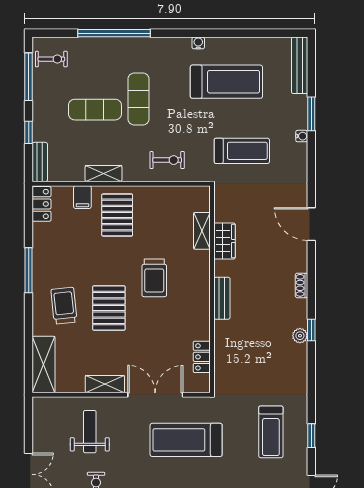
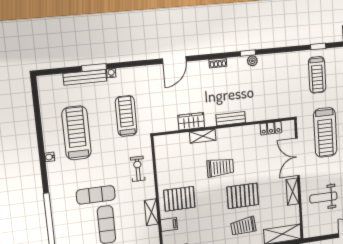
bench: (300, 65) -> (85, 77), moved
shelving: (202, 231) -> (203, 136), moved
treadmill: (271, 432) -> (317, 75), turned 90

